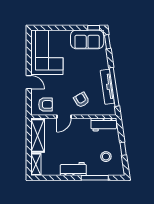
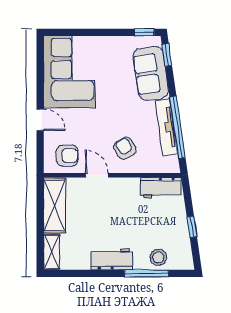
sofa: (87, 39) -> (151, 73), moved, turned 82
door: (64, 117) -> (97, 175), swing flipped
stool: (106, 157) -> (158, 257), moved

